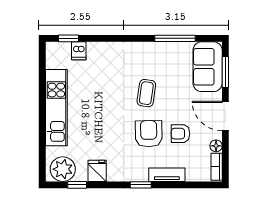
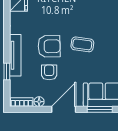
tv unit: (167, 175) -> (15, 55), width x1.41
window: (141, 185) -> (7, 72), moved

